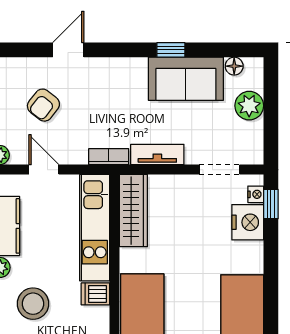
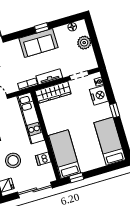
sofa: (186, 79) -> (39, 43), moved
window: (271, 204) -> (115, 110), moved
wardrobe: (133, 211) -> (53, 92), moved, turned 90
dishwasher: (95, 294) -> (43, 159), moved

